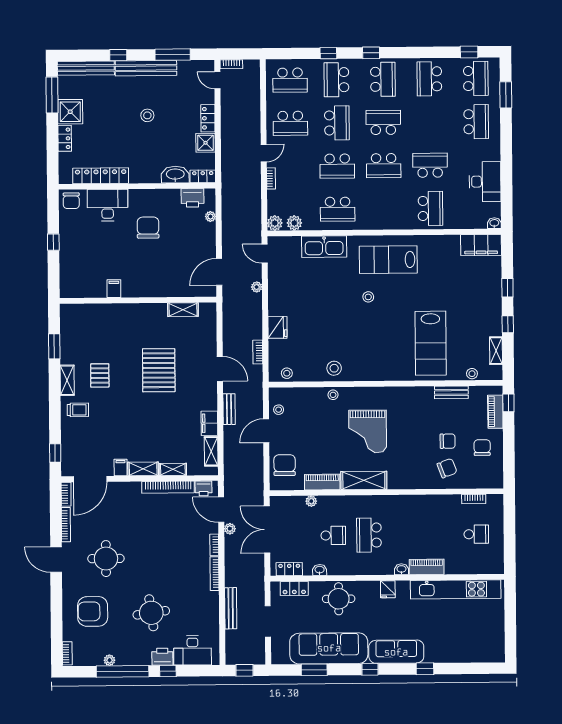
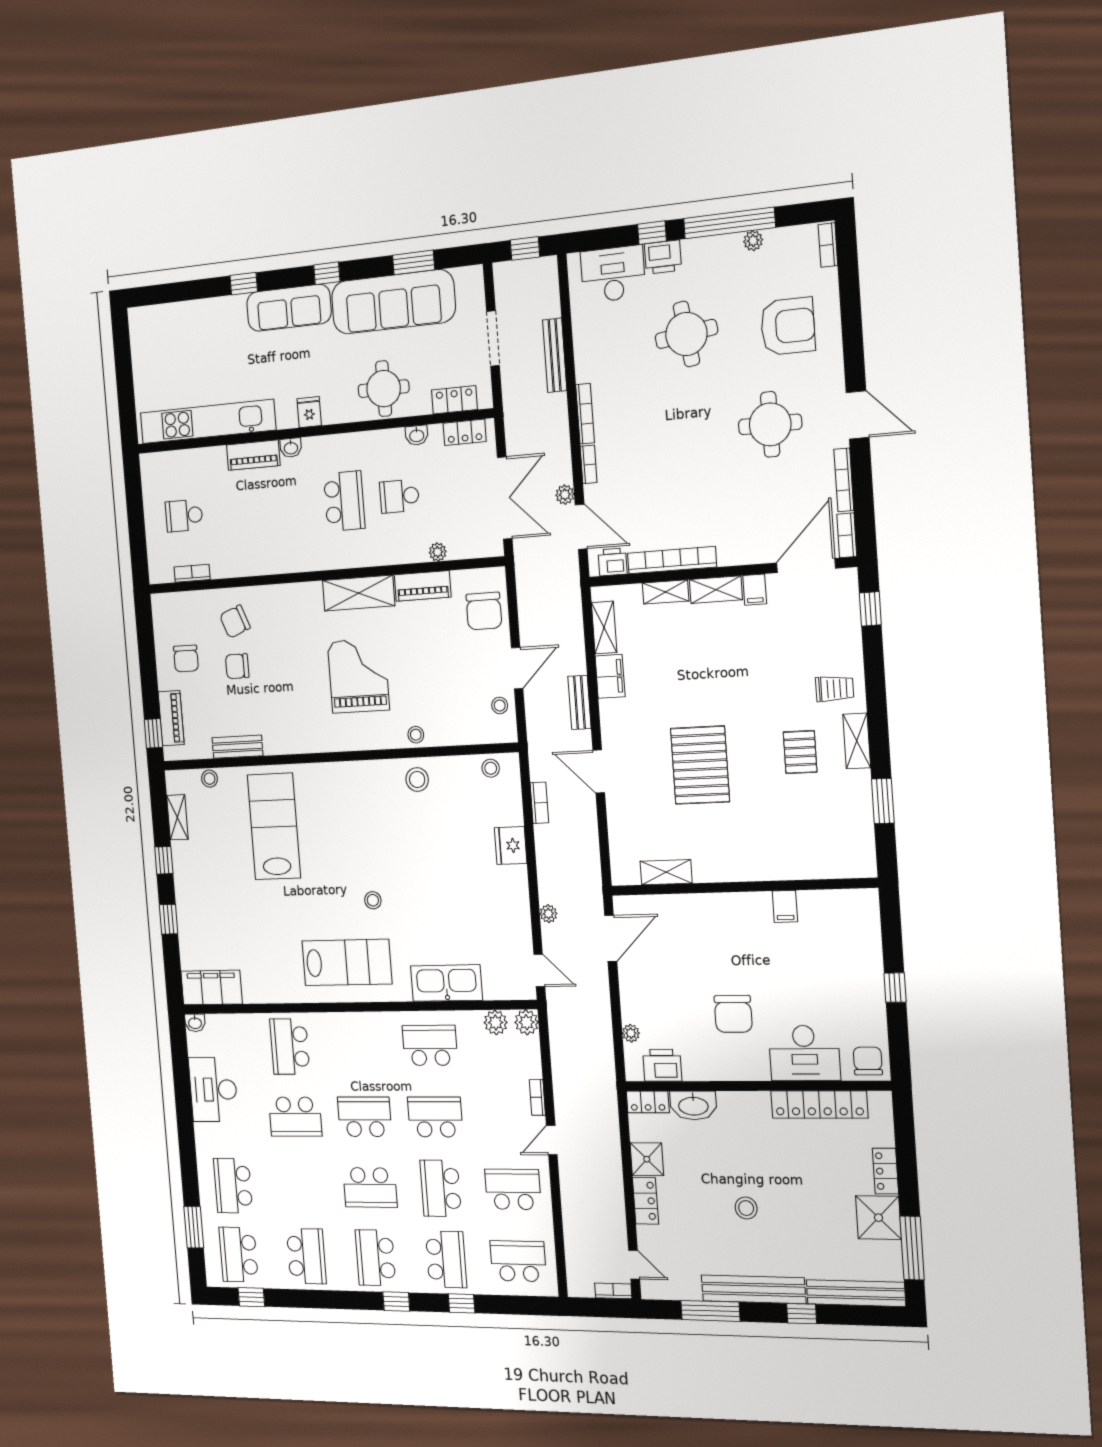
trolley: (78, 410) -> (835, 689), turned 180

